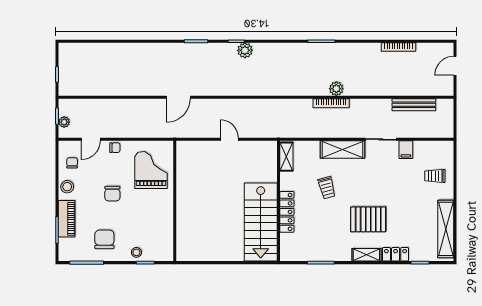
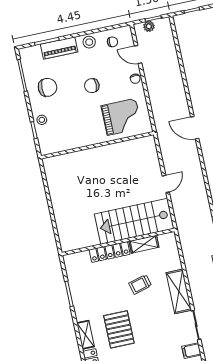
shelving: (286, 157) -> (144, 244), moved
stairs: (261, 222) -> (134, 221), moved

